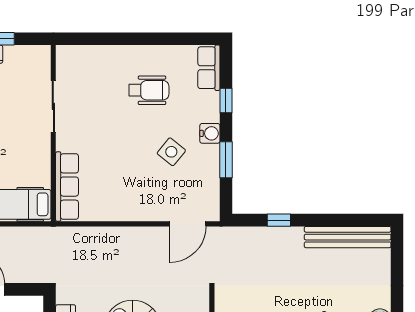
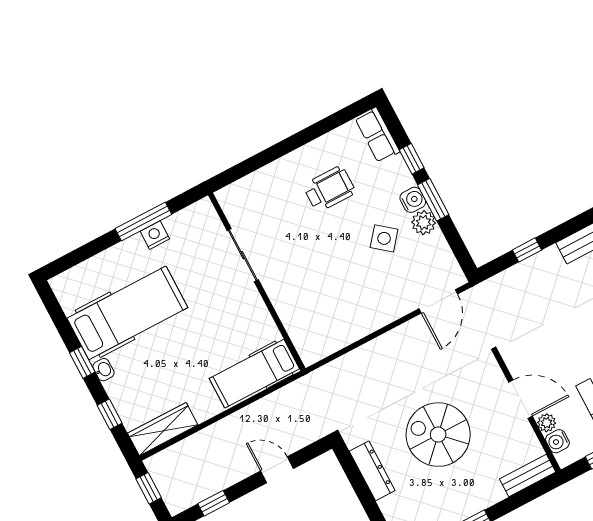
plant: (209, 156) -> (424, 223), added
window: (226, 160) -> (433, 200), moved
row of seats: (67, 187) -> (298, 328), removed

